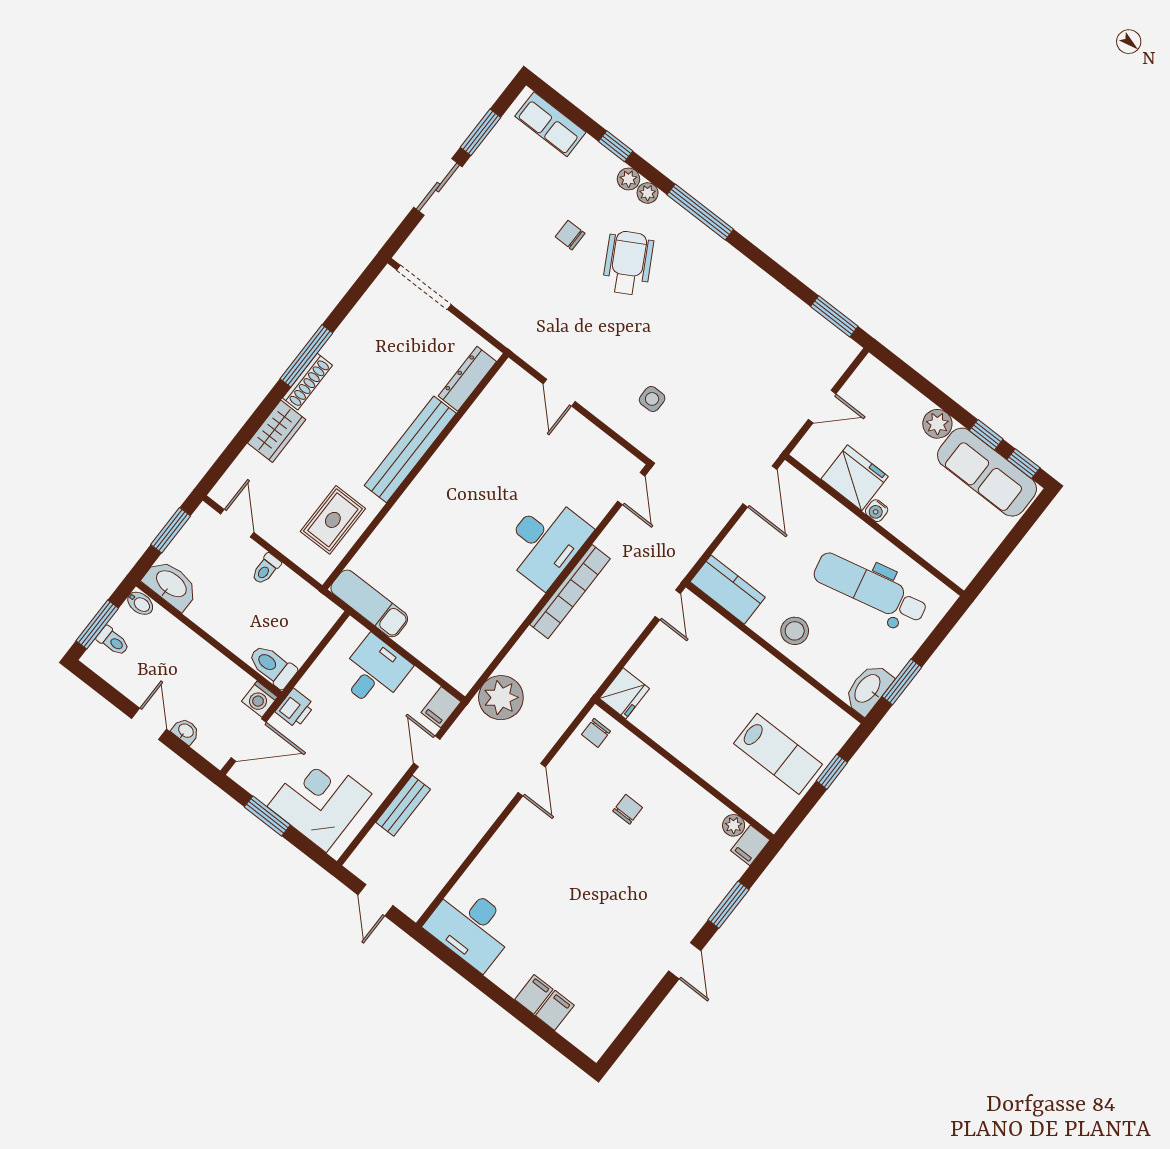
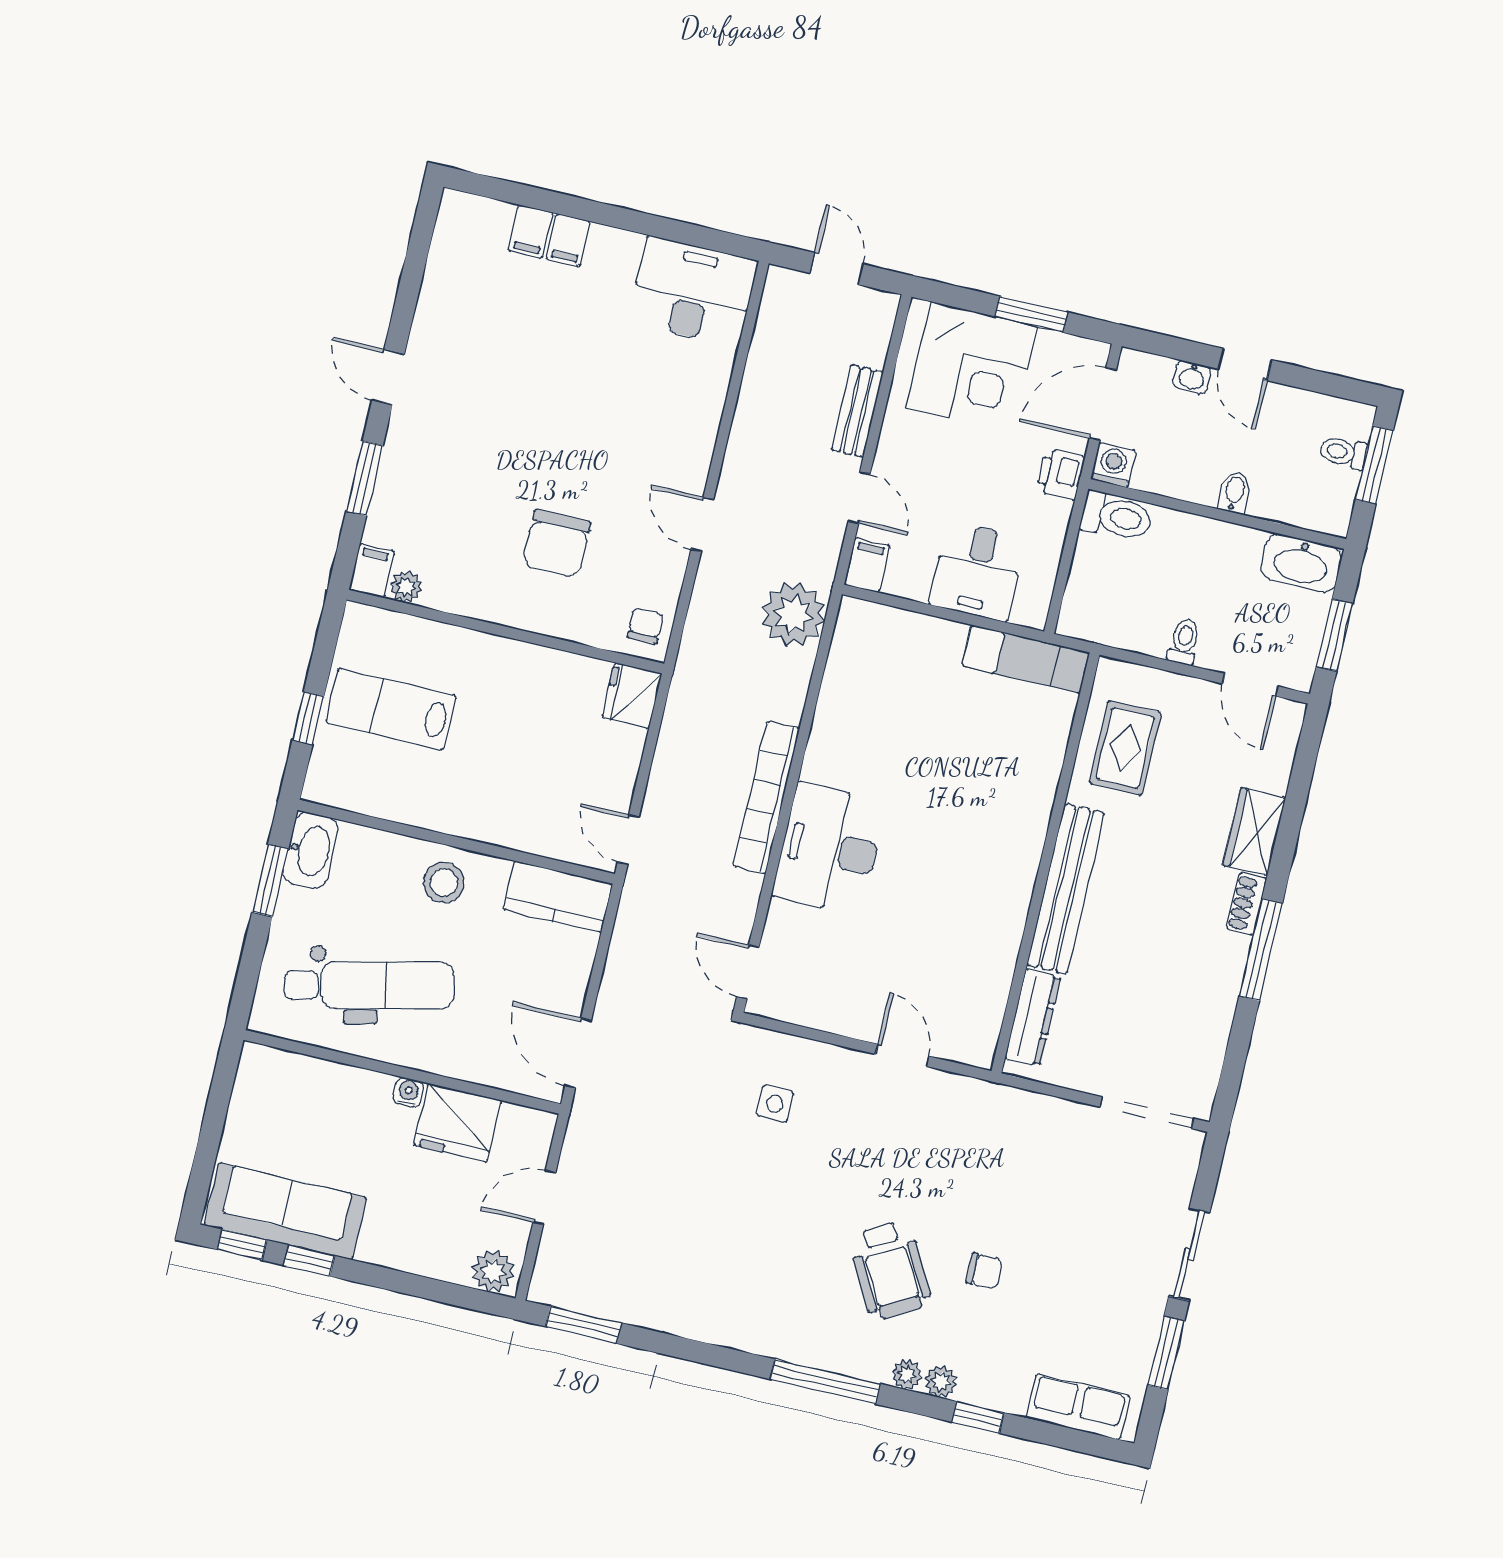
shoe rack: (307, 382) -> (1246, 904), width x0.70
plant: (937, 424) -> (493, 1271), moved
bidet: (140, 603) -> (1235, 492), moved, turned 90
chair: (628, 809) -> (557, 544), width x1.87, depth x1.87

